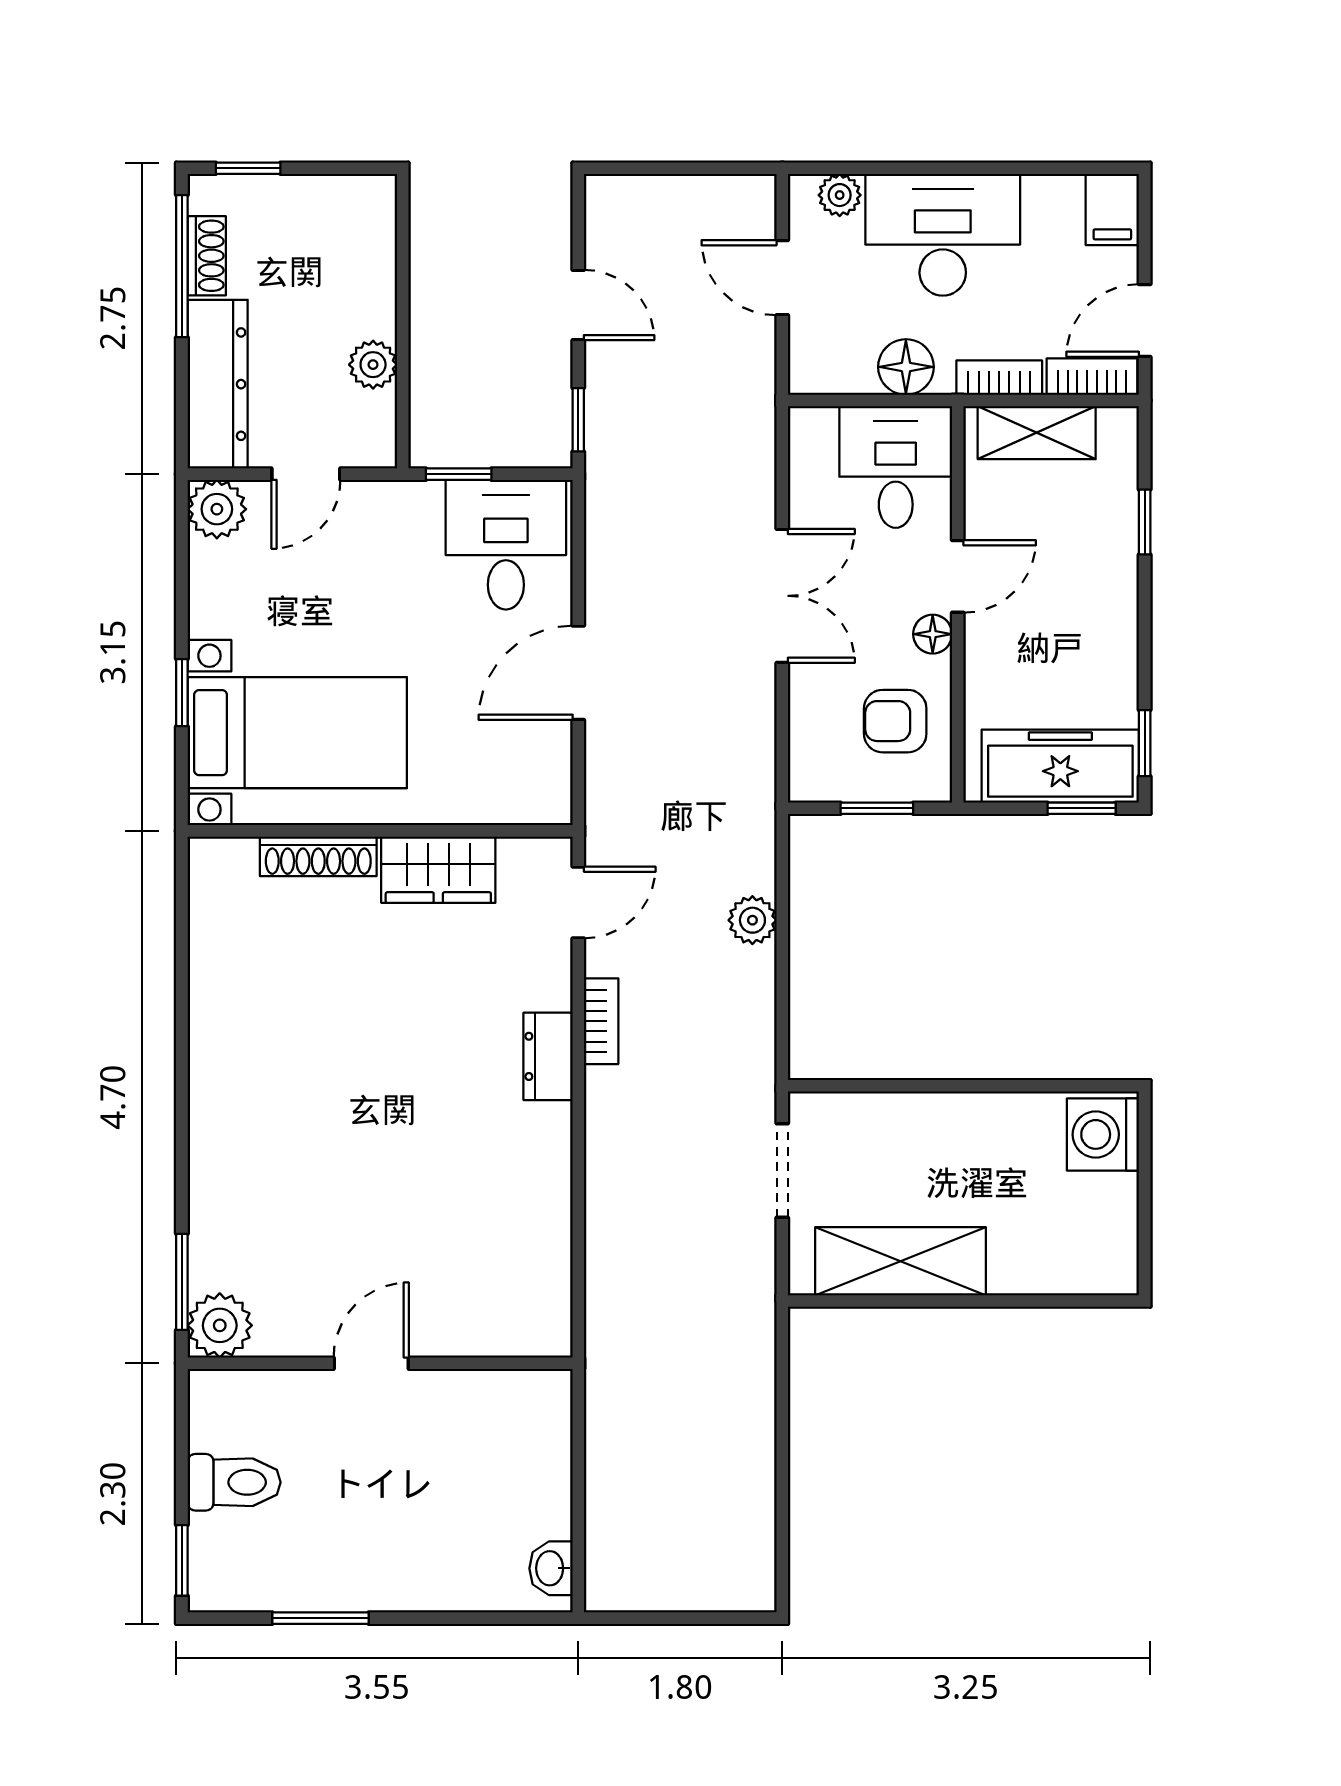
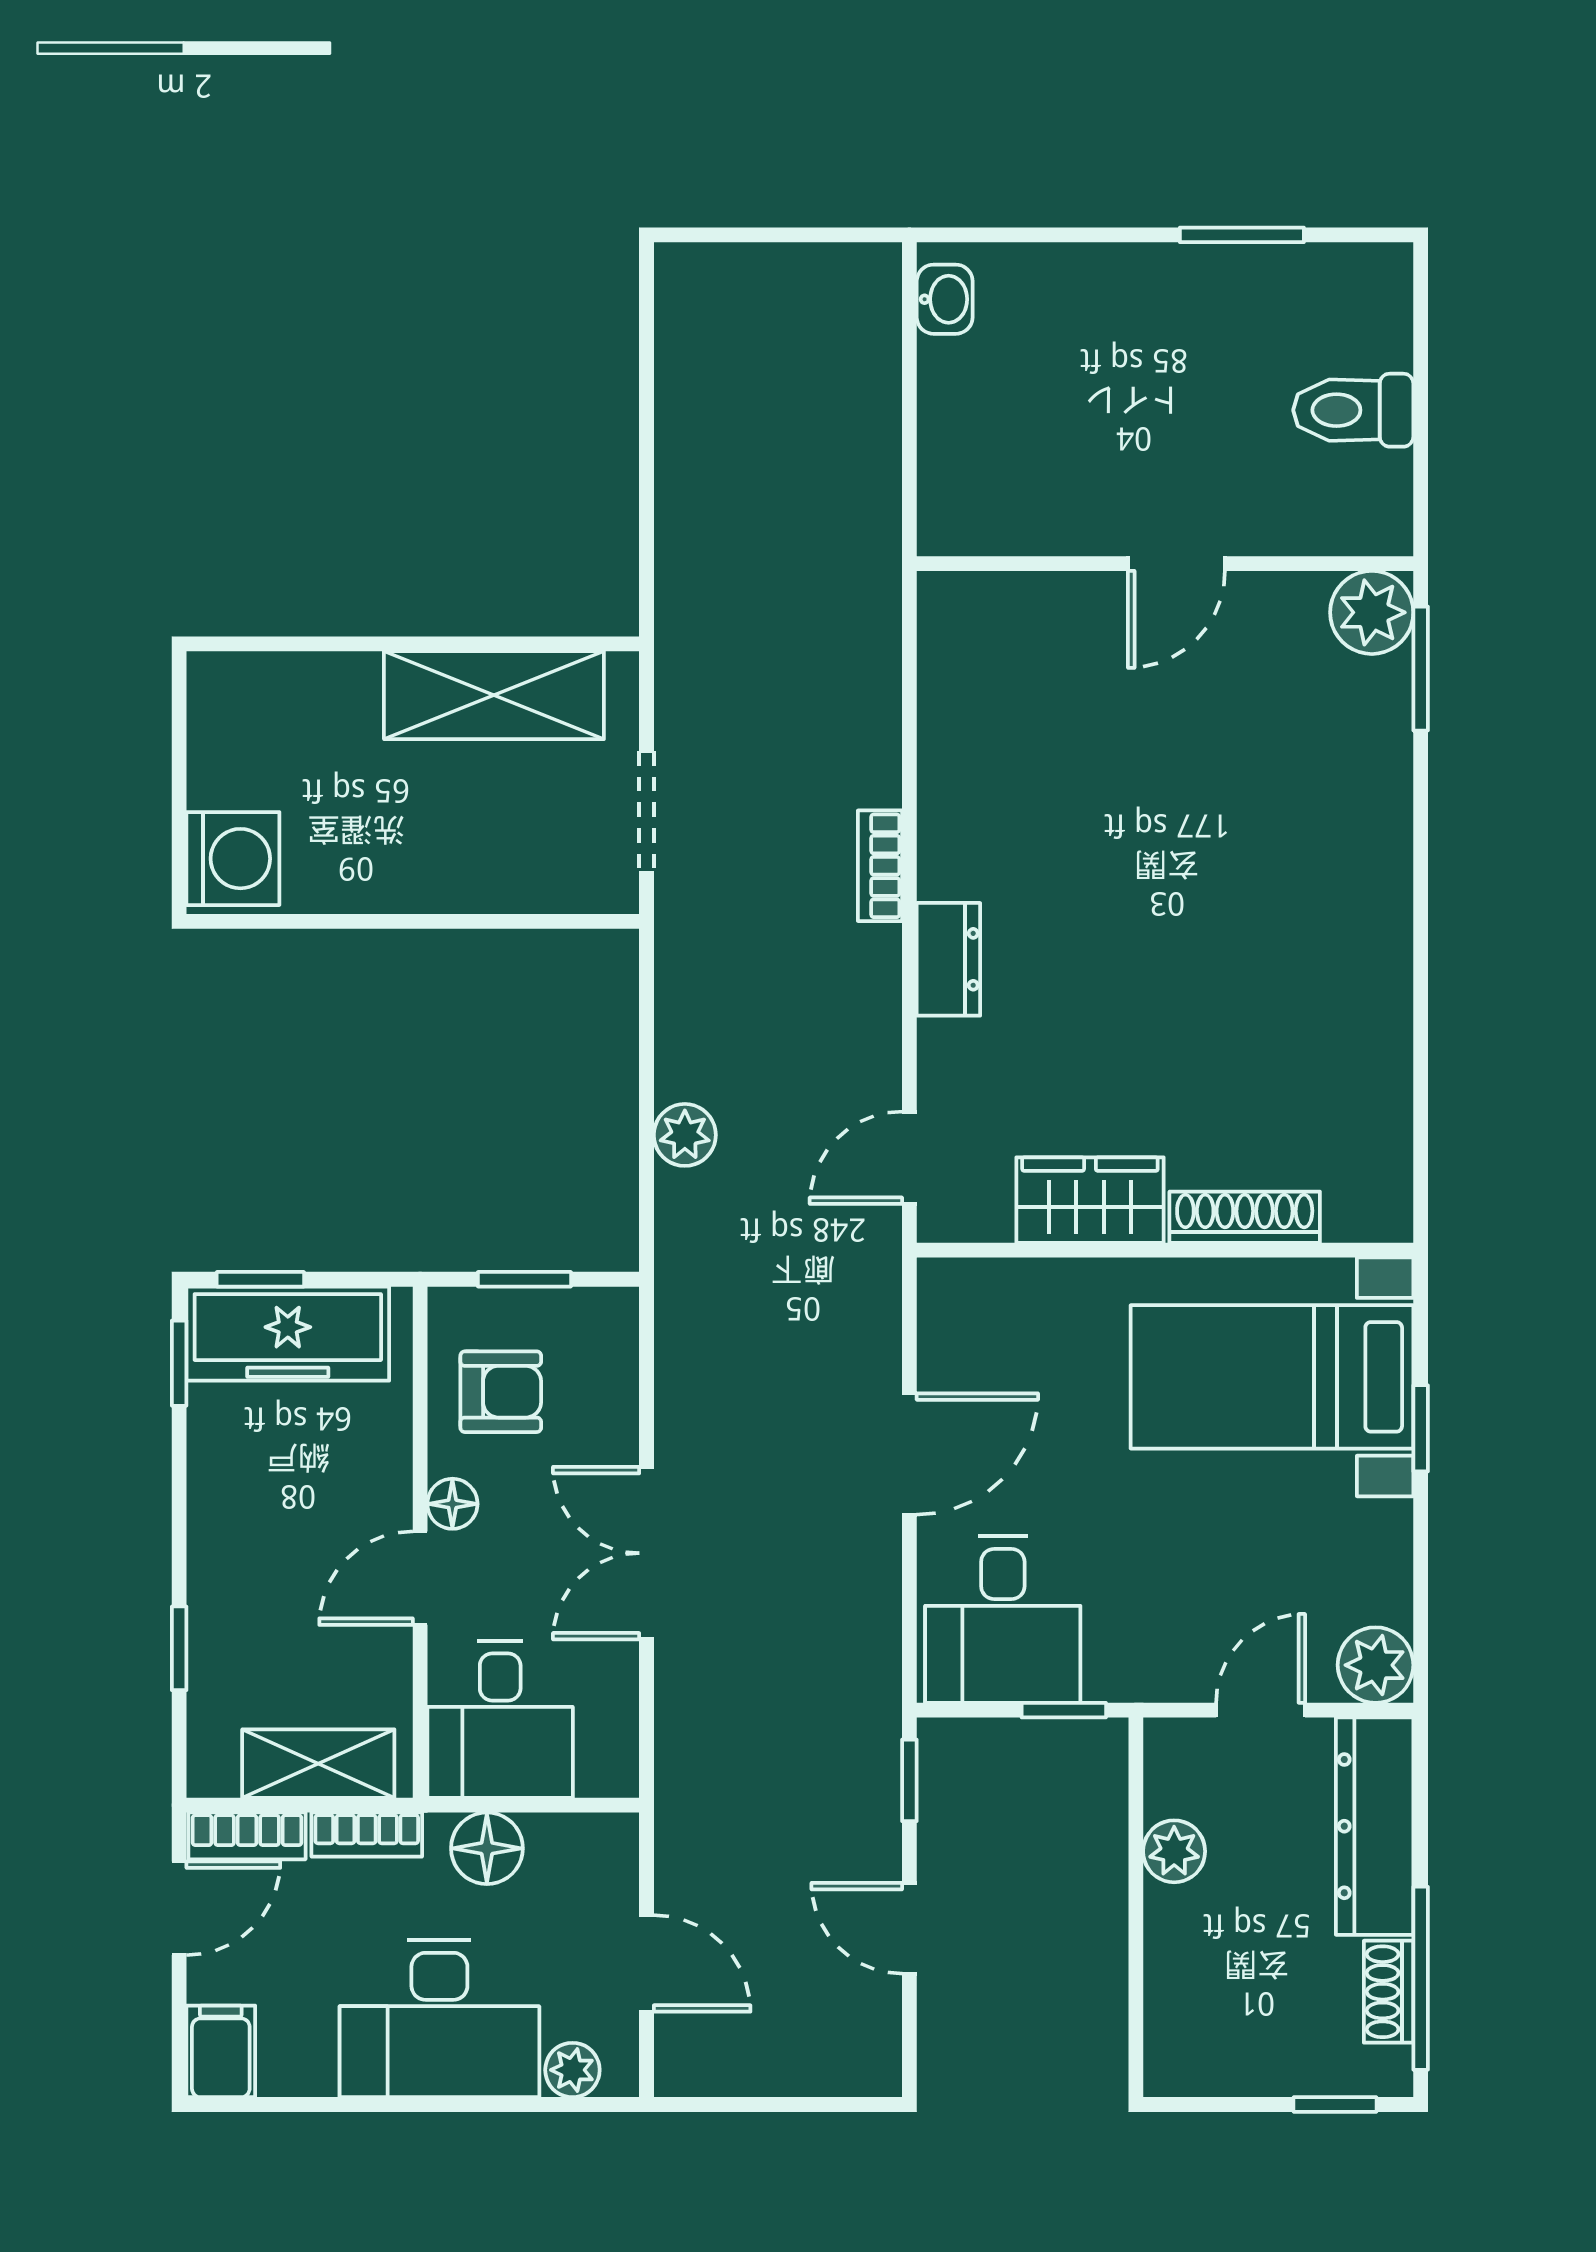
bookcase: (601, 1021) -> (880, 866), moved
window: (182, 1560) -> (1421, 309), removed

